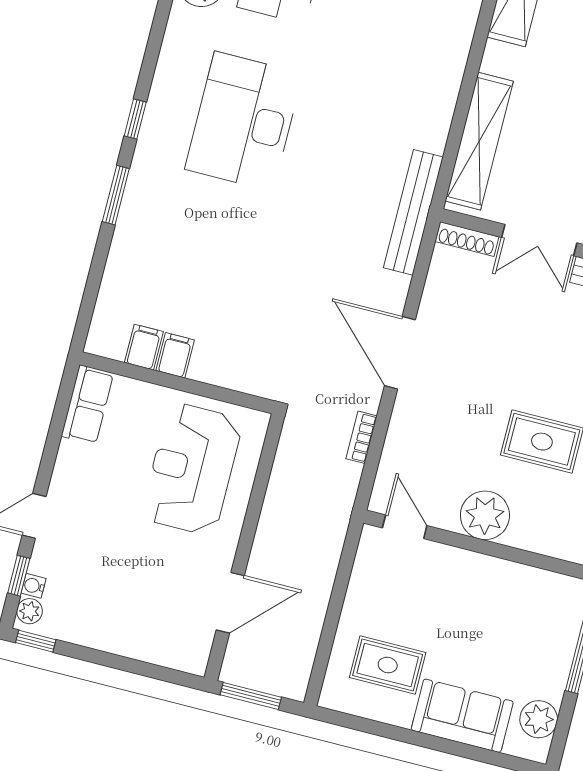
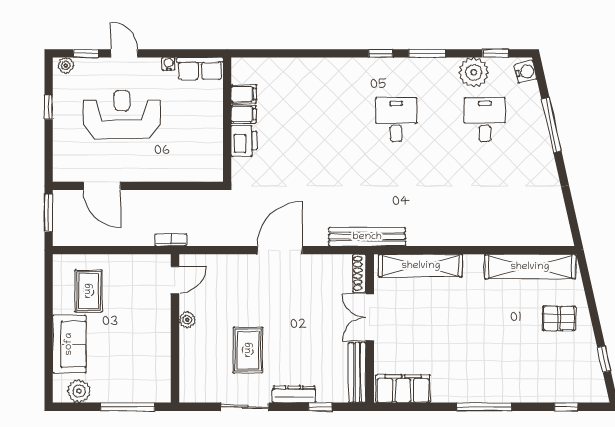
desk: (244, 121) -> (396, 120), width x0.53, depth x0.77
window: (116, 195) -> (427, 53), moved
printer: (216, 365) -> (244, 141), added
bookcase: (362, 437) -> (171, 240), moved
reception desk: (192, 469) -> (122, 115), moved
plant: (485, 515) -> (187, 320), width x0.53, depth x0.53
water cooler: (34, 586) -> (169, 64), moved
window: (36, 641) -> (49, 107), moved

